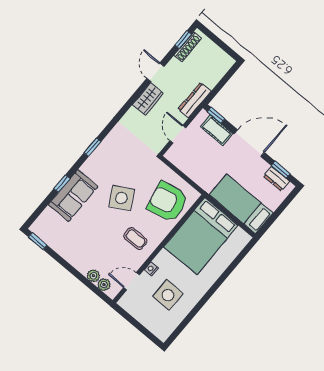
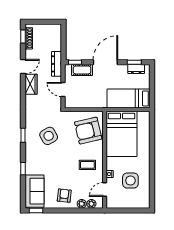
door: (155, 72) -> (23, 67), swing flipped
sofa: (73, 196) -> (35, 191), moved
side table: (121, 198) -> (49, 136), moved
armchair: (82, 251) -> (64, 196), added

